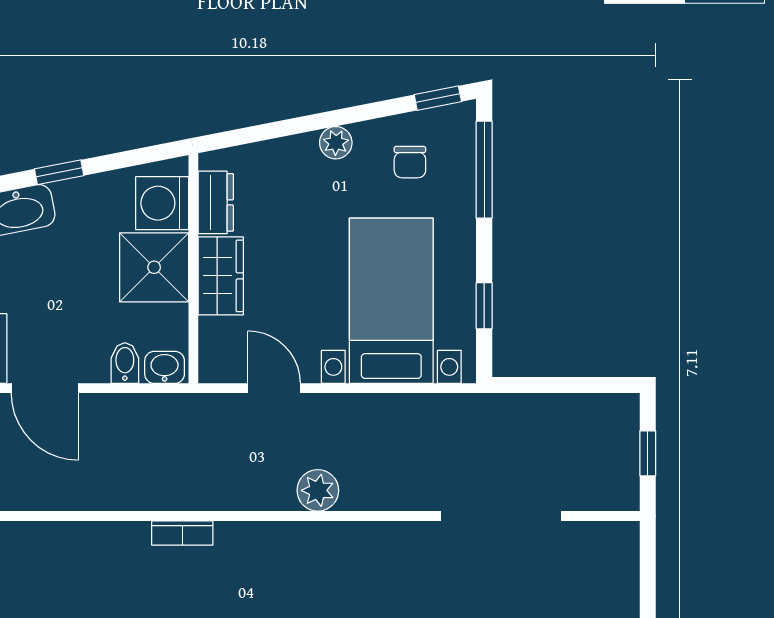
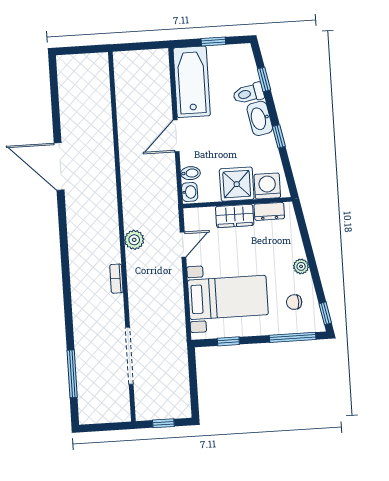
plant: (318, 490) -> (134, 240), moved
bookcase: (182, 533) -> (116, 279), moved

